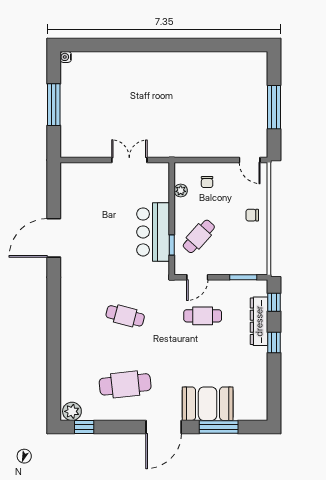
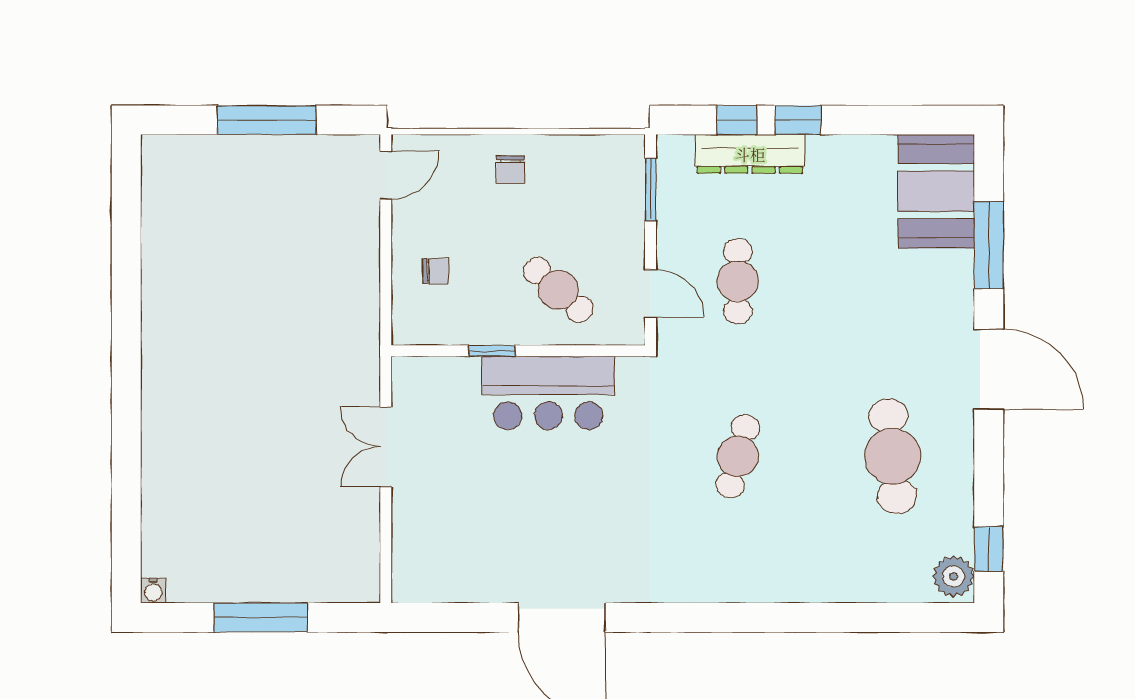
plant: (181, 190) -> (455, 331), removed
window: (172, 245) -> (492, 351), moved
window: (274, 302) -> (736, 120), moved
booth: (208, 404) -> (936, 191), moved

